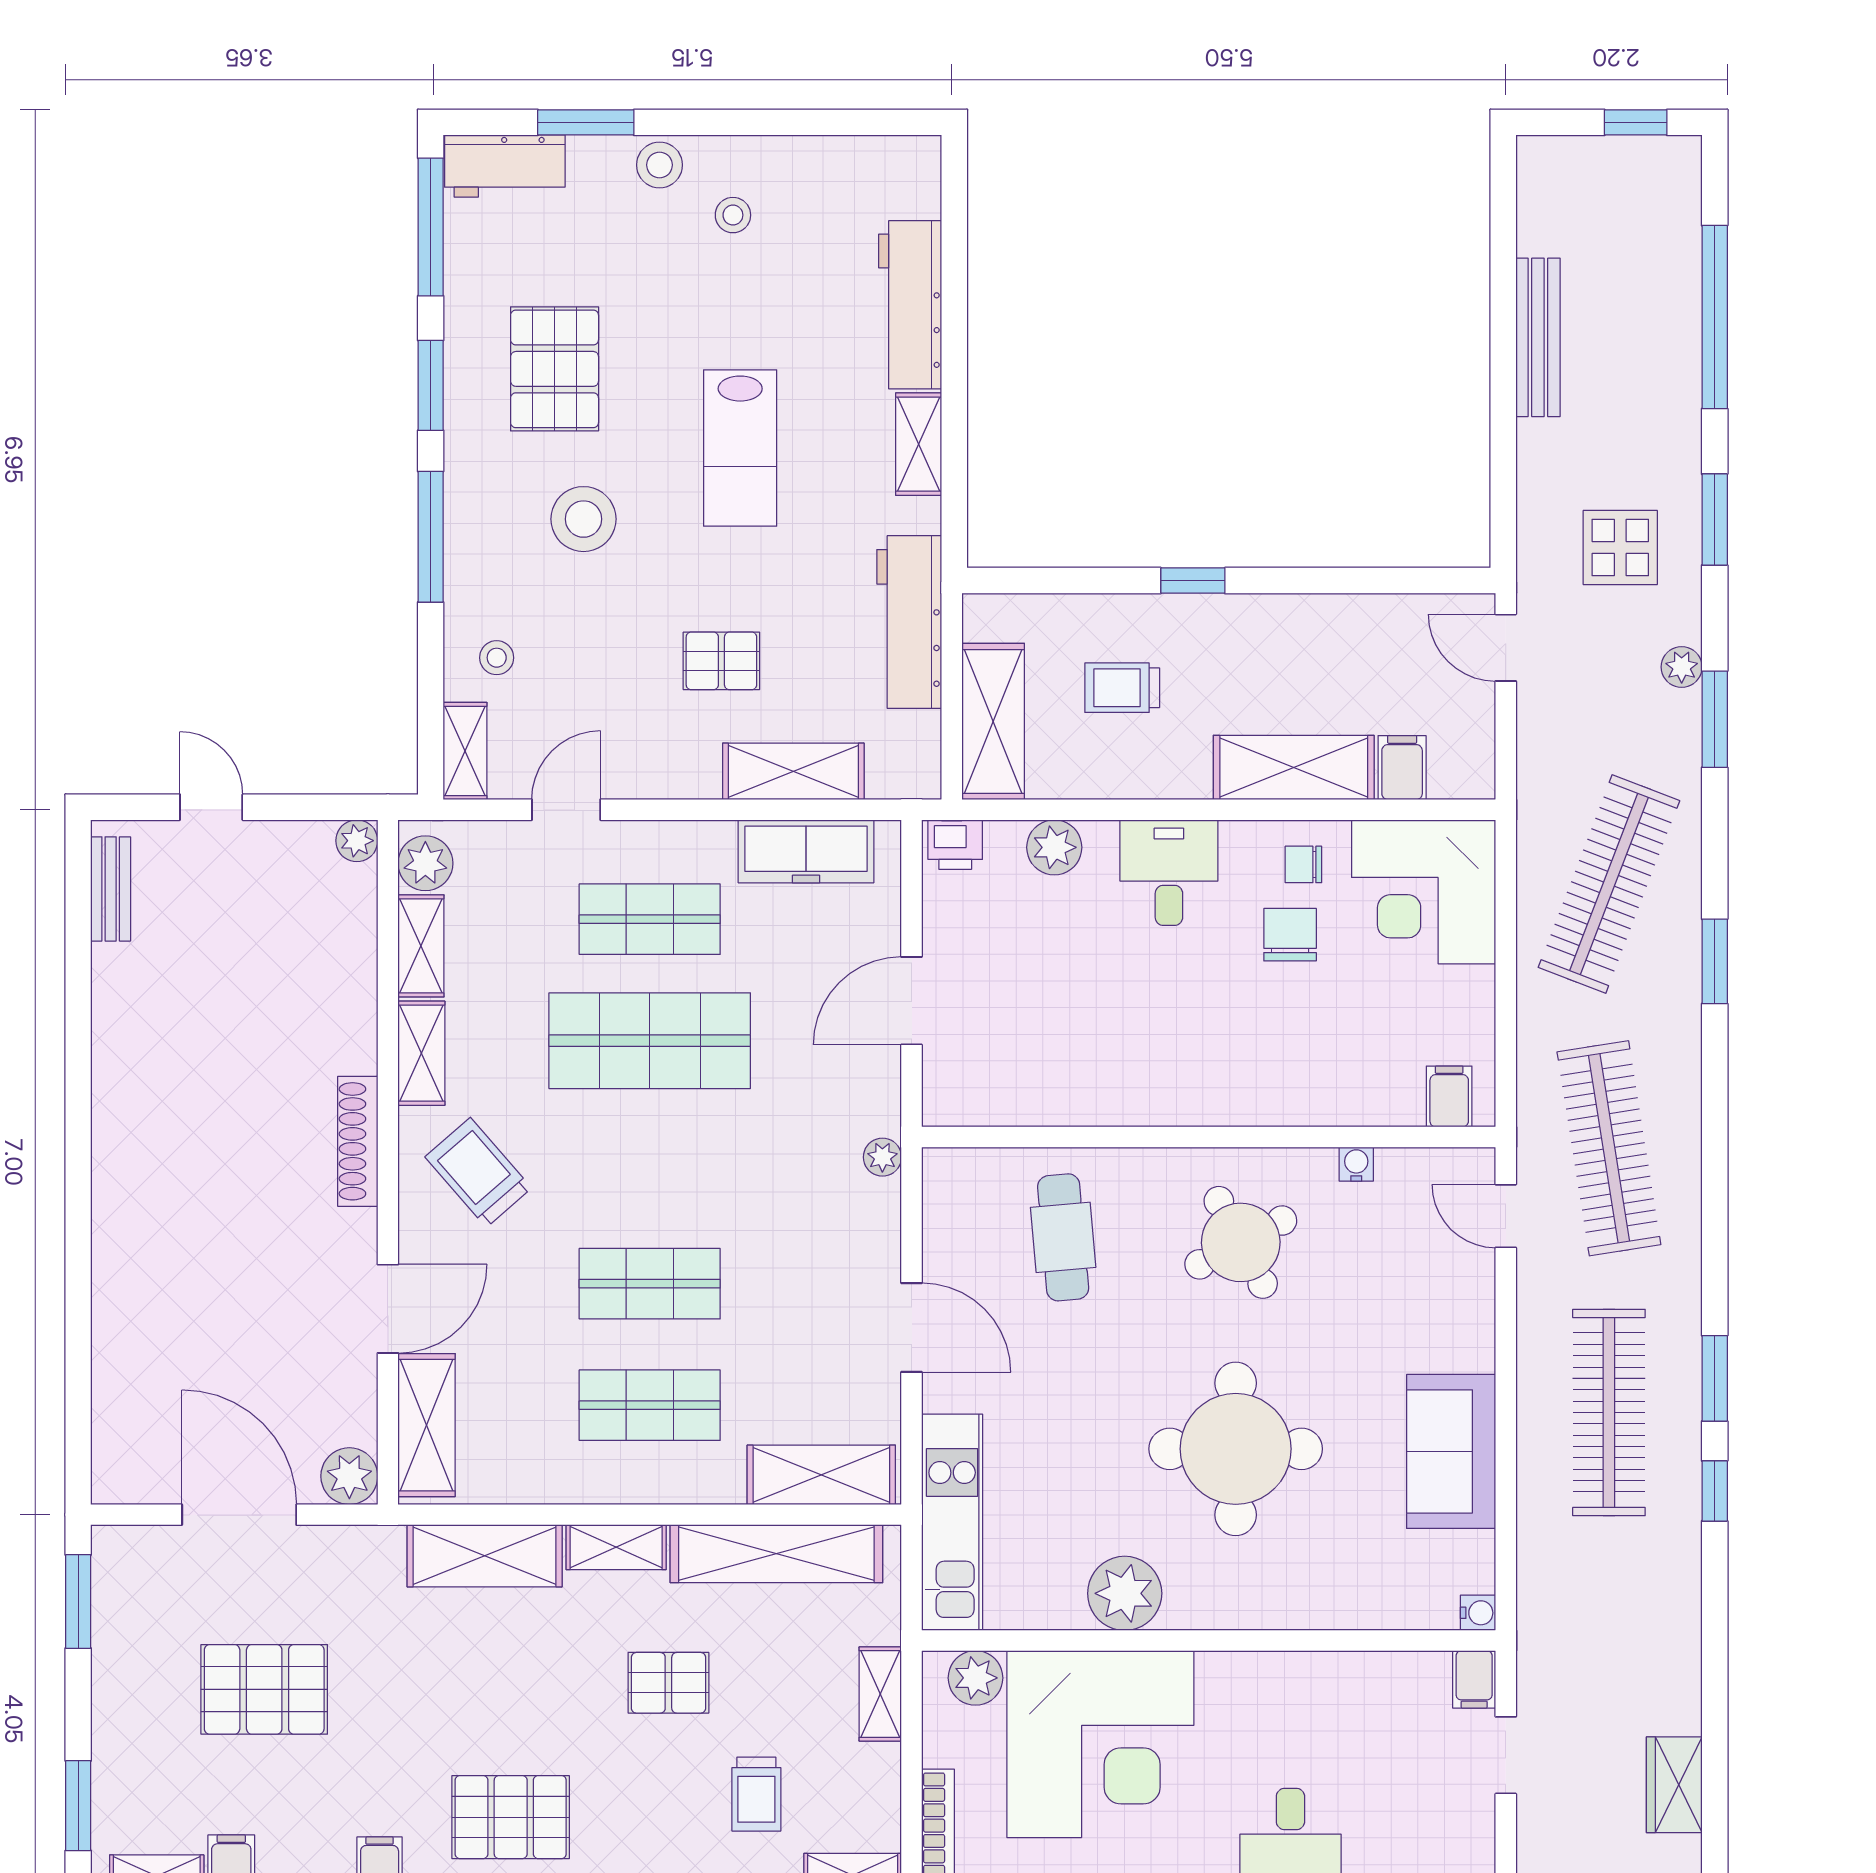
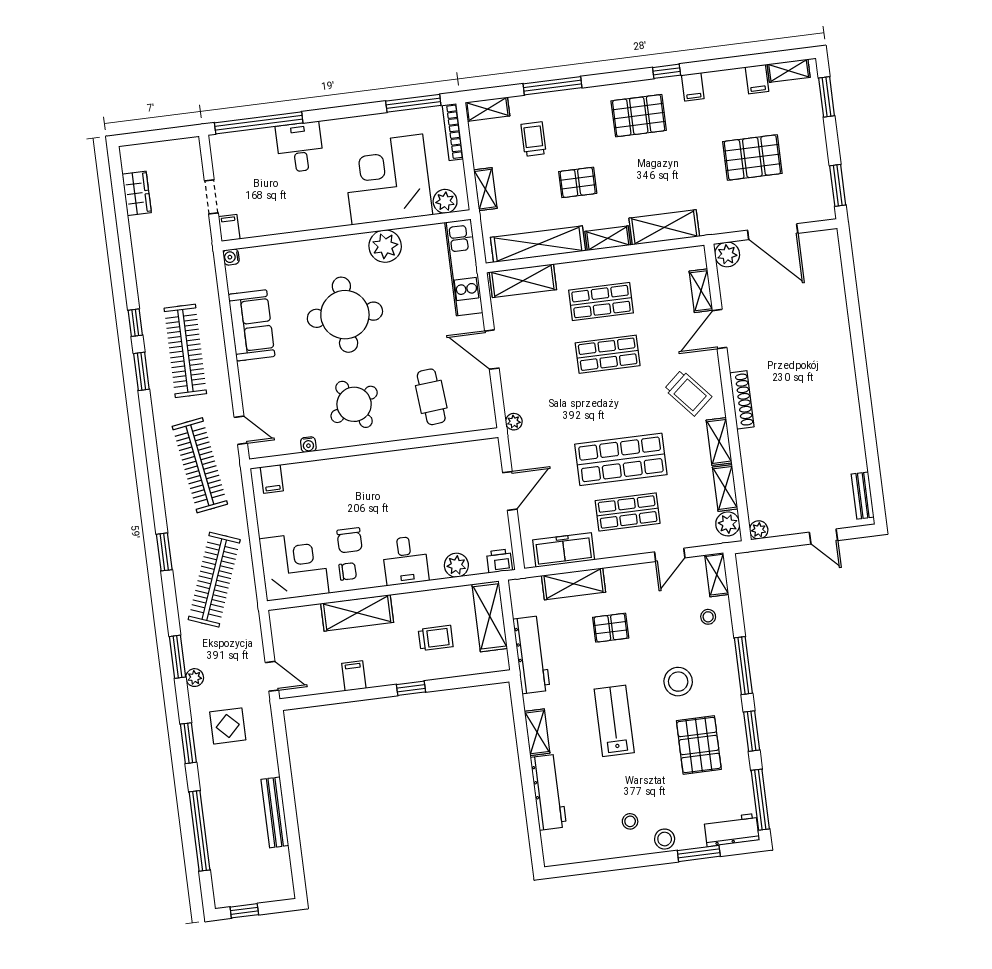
filing cabinet: (1402, 768) -> (354, 676), moved, turned 180
shelving: (427, 1425) -> (701, 291), width x0.67, depth x0.75

